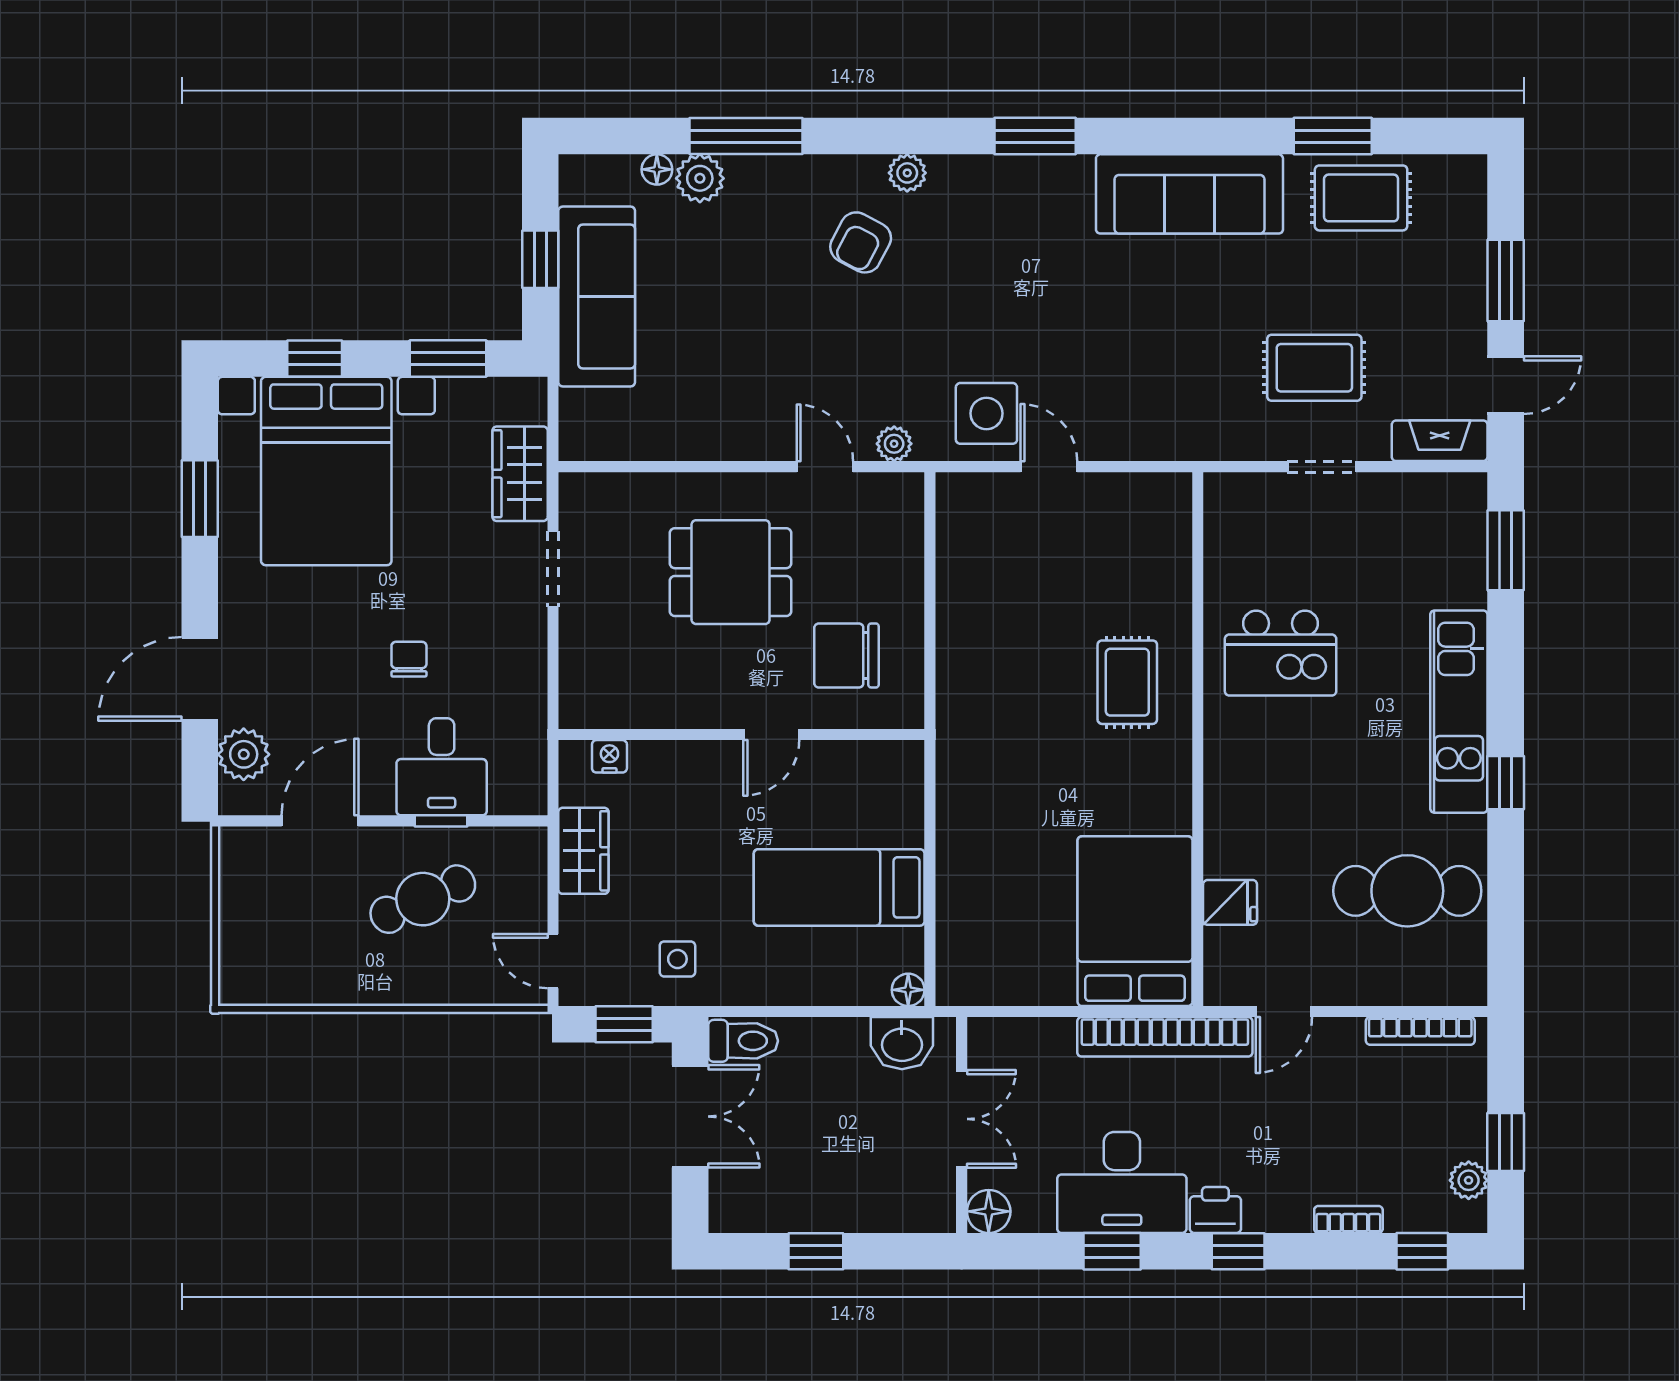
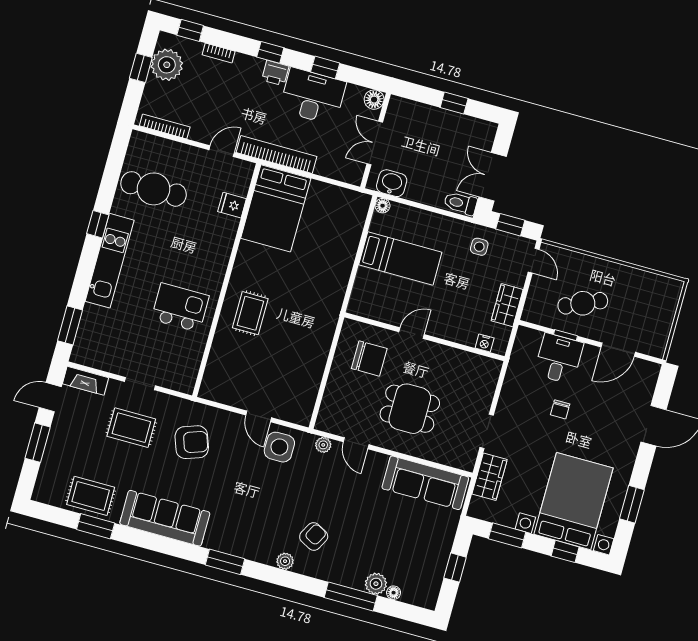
sofa: (597, 297) -> (425, 483), moved, turned -90
armchair: (1177, 372) -> (192, 442), added
plant: (244, 754) -> (643, 388), removed
plant: (1469, 1180) -> (167, 65), width x1.88, depth x1.88

